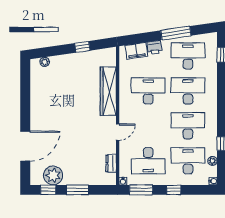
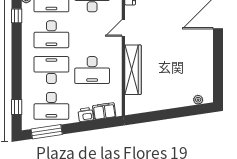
window: (176, 33) -> (47, 132), moved
window: (82, 47) -> (160, 115), removed
desk: (188, 91) -> (51, 70), turned 180

